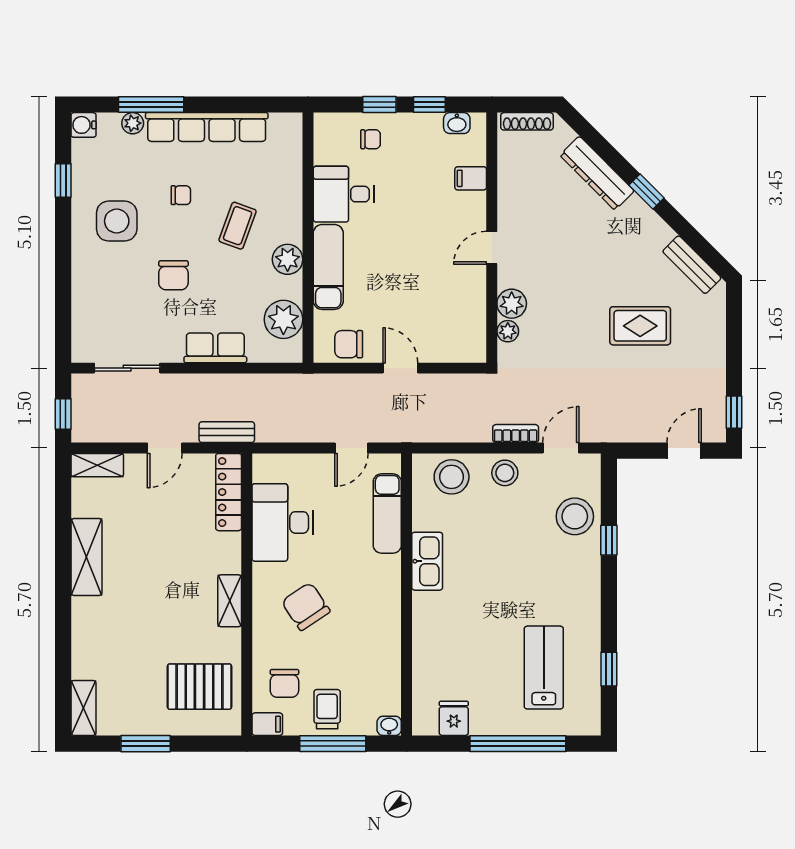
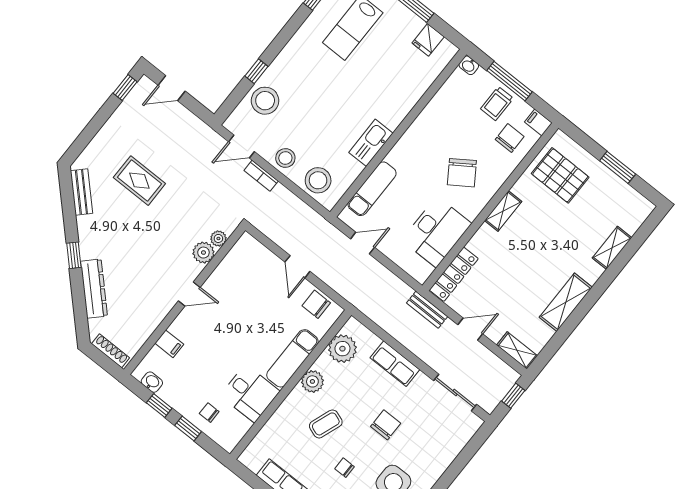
chair: (349, 344) -> (316, 304), turned 180
shelving: (83, 708) -> (612, 248), moved

